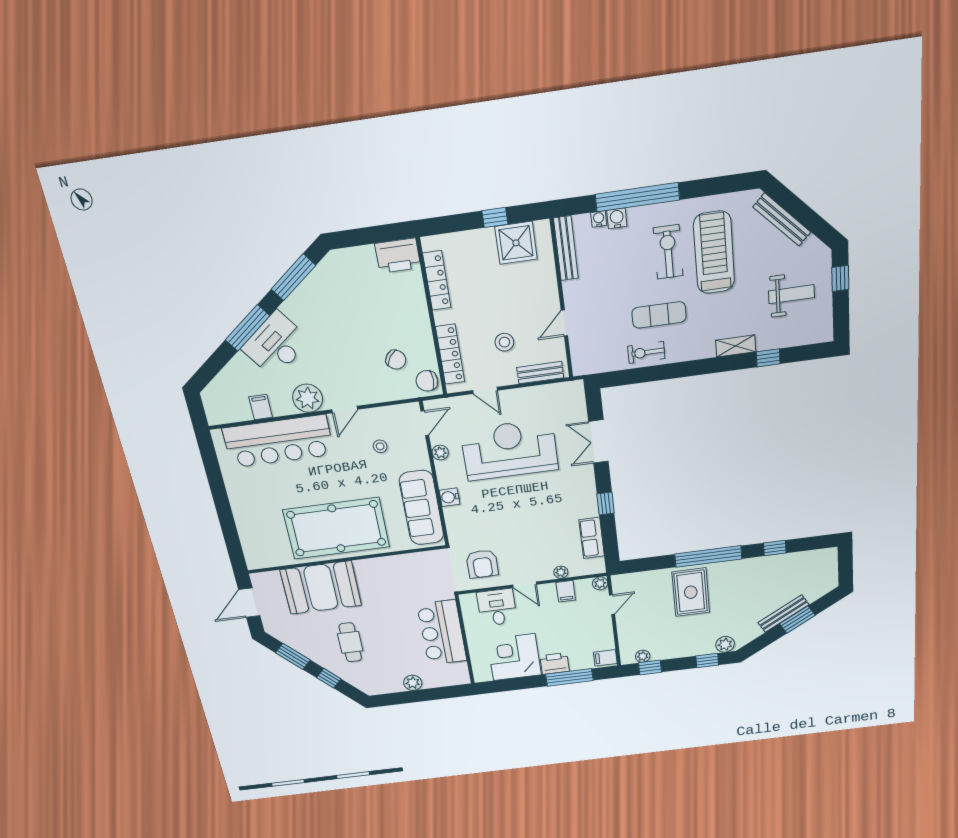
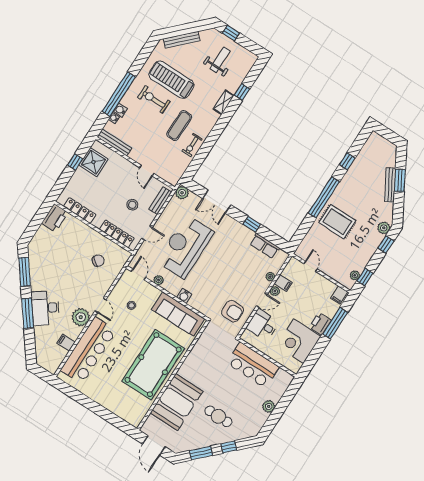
chair: (427, 381) -> (120, 255), removed
plant: (574, 391) -> (182, 193), added
plant: (600, 583) -> (275, 291), moved

